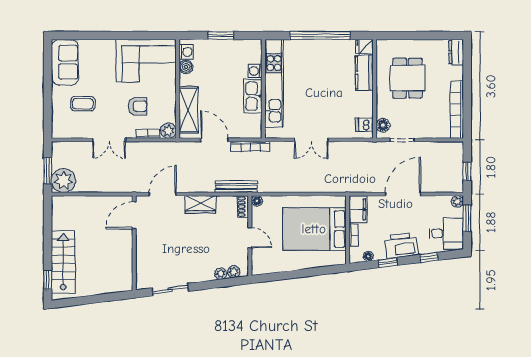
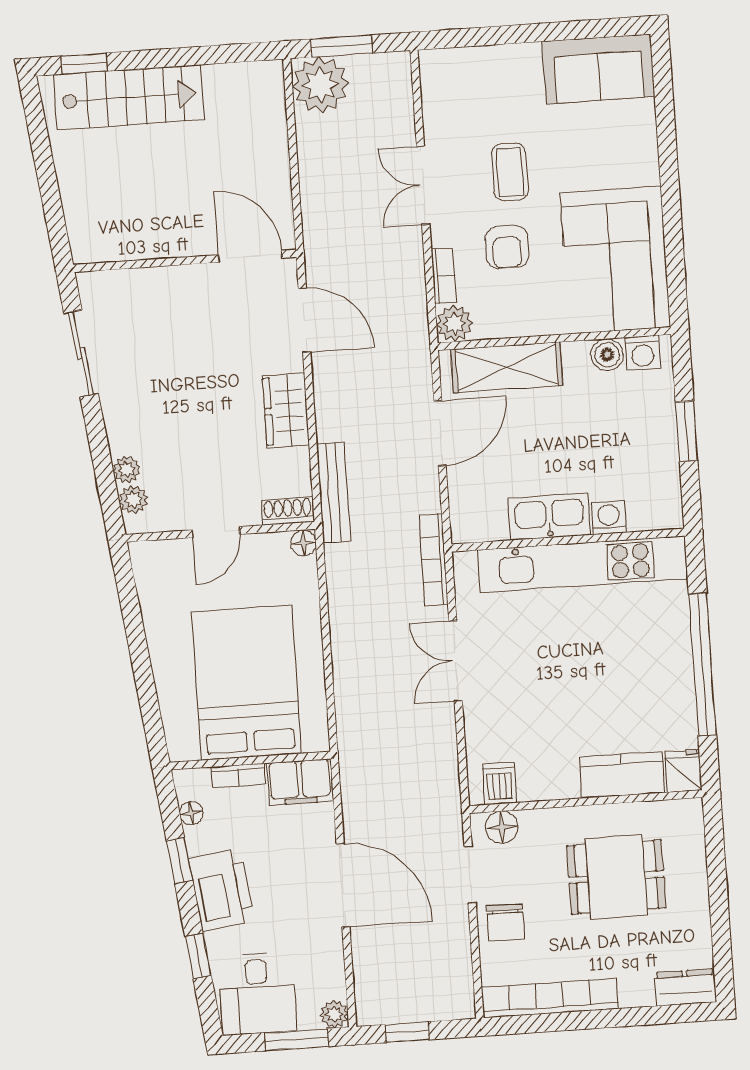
coffee table: (83, 104) -> (510, 172), moved
chair: (423, 126) -> (506, 923), added
bookcase: (250, 146) -> (433, 560), moved

